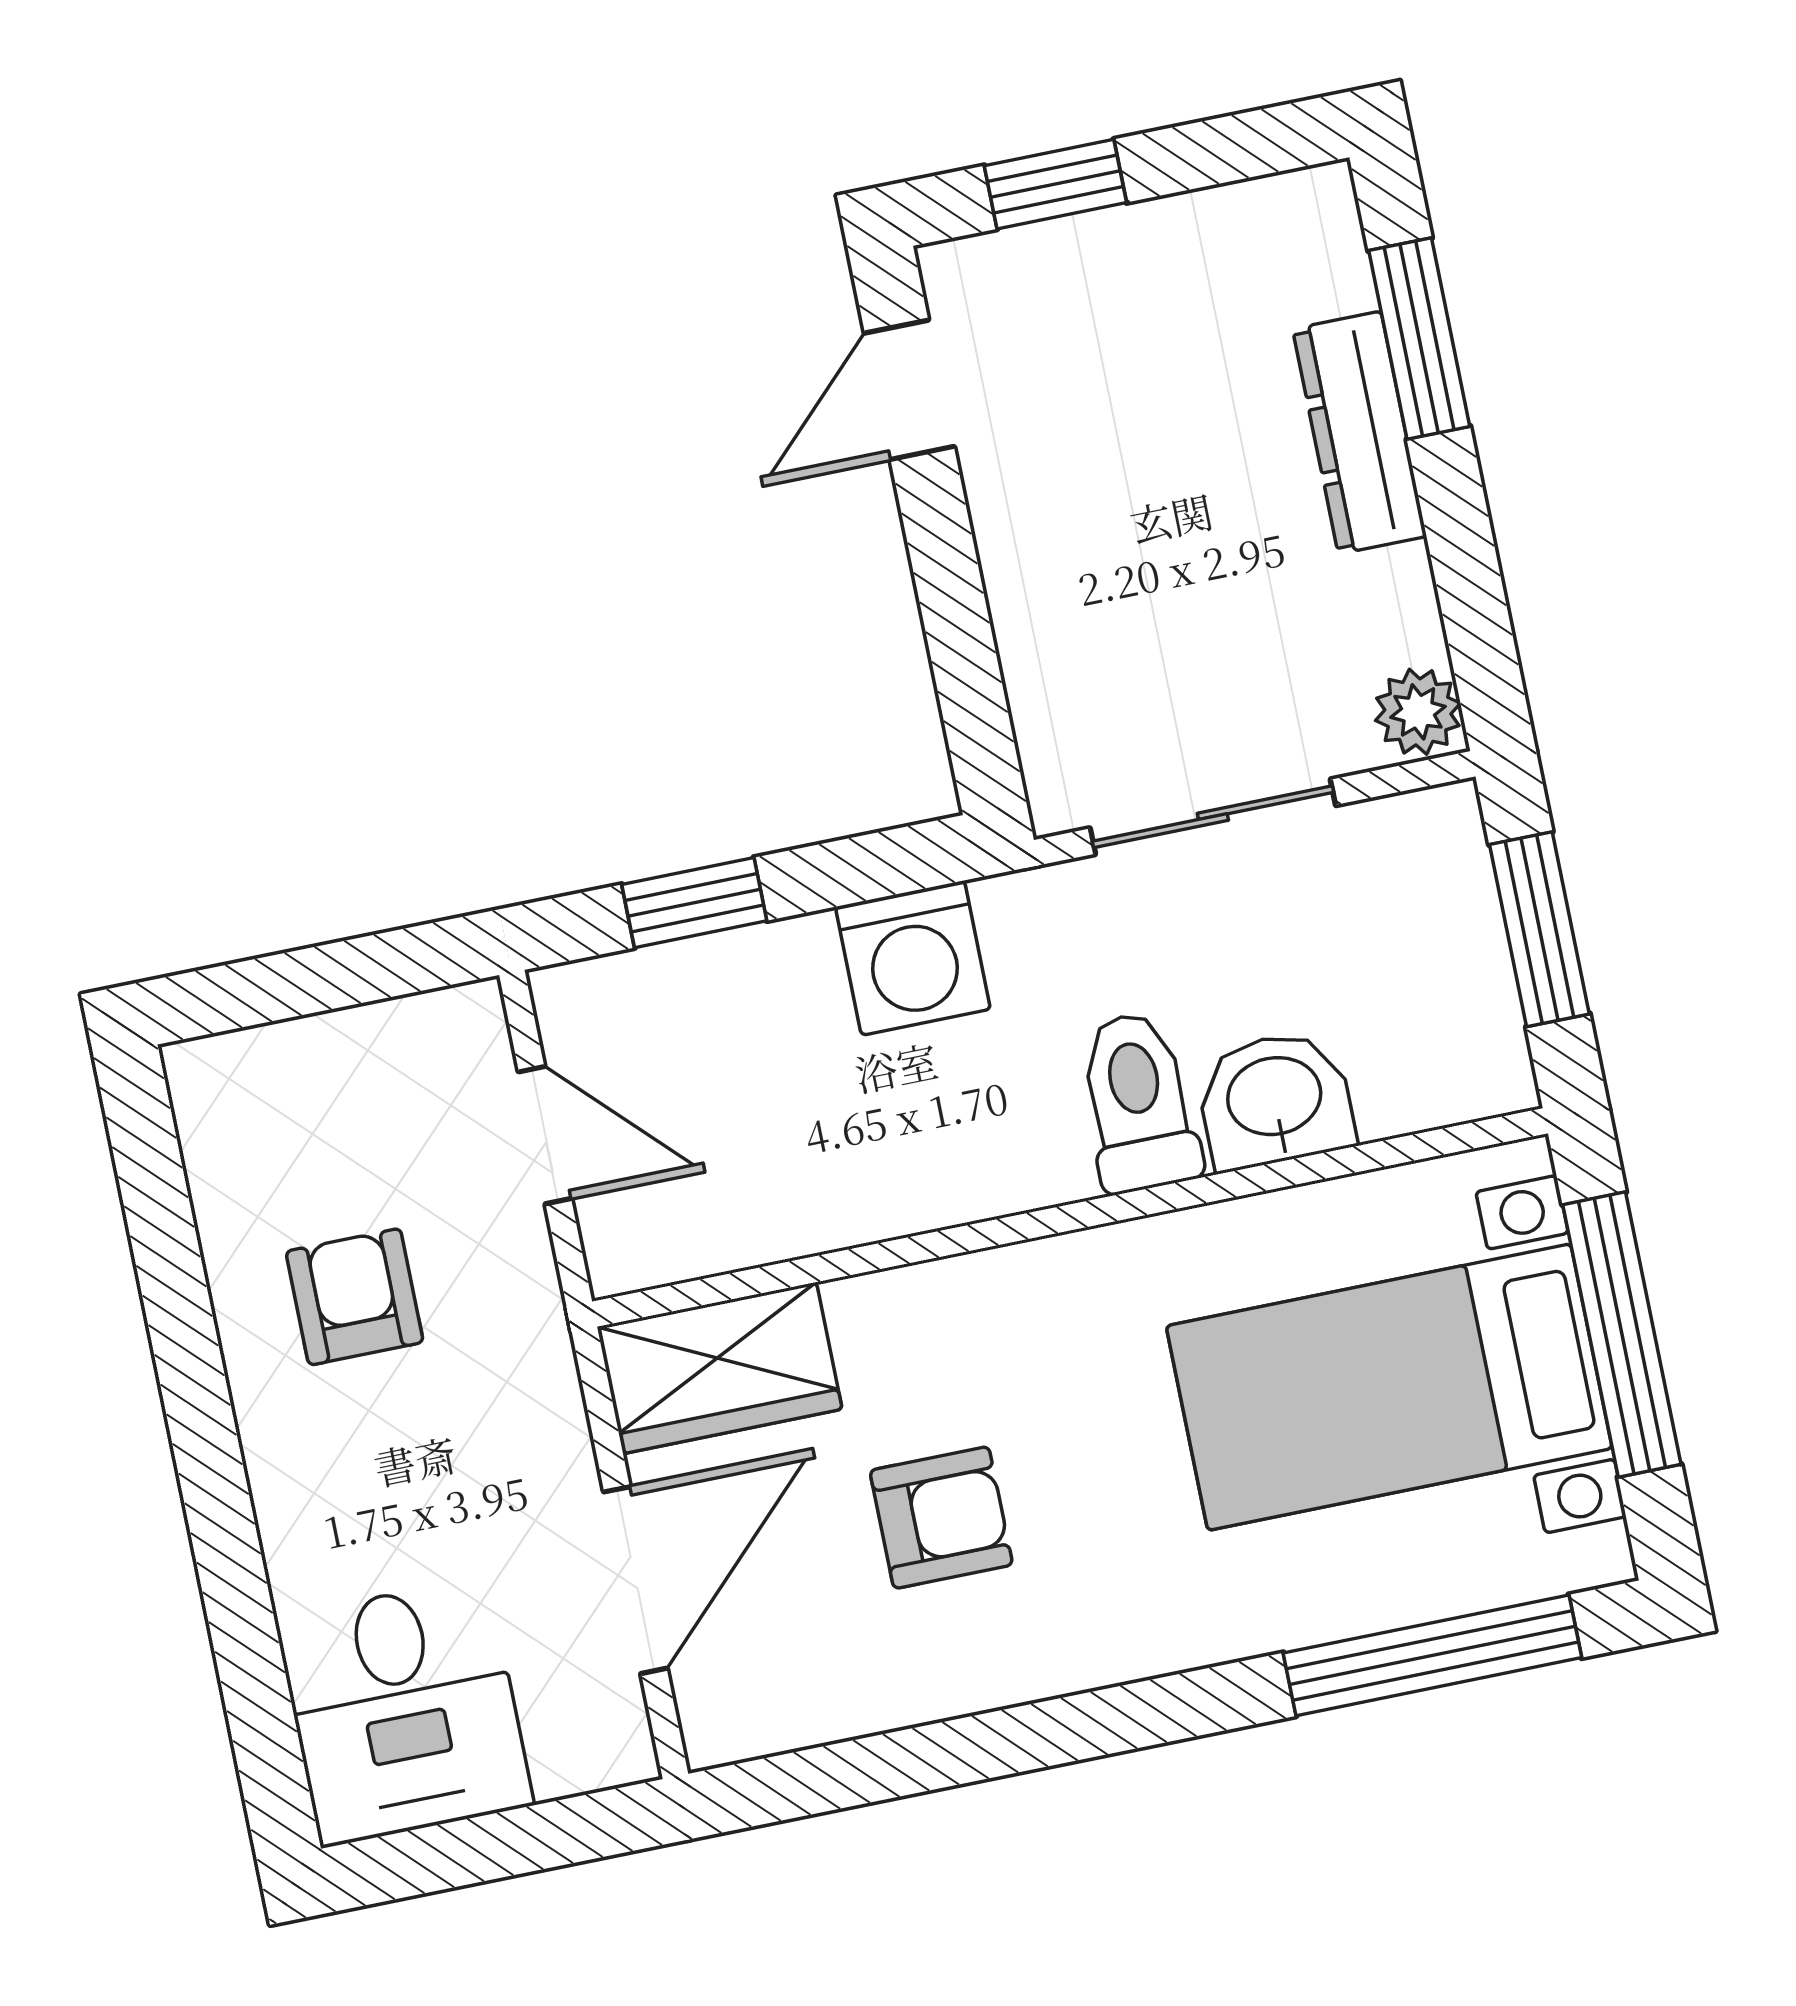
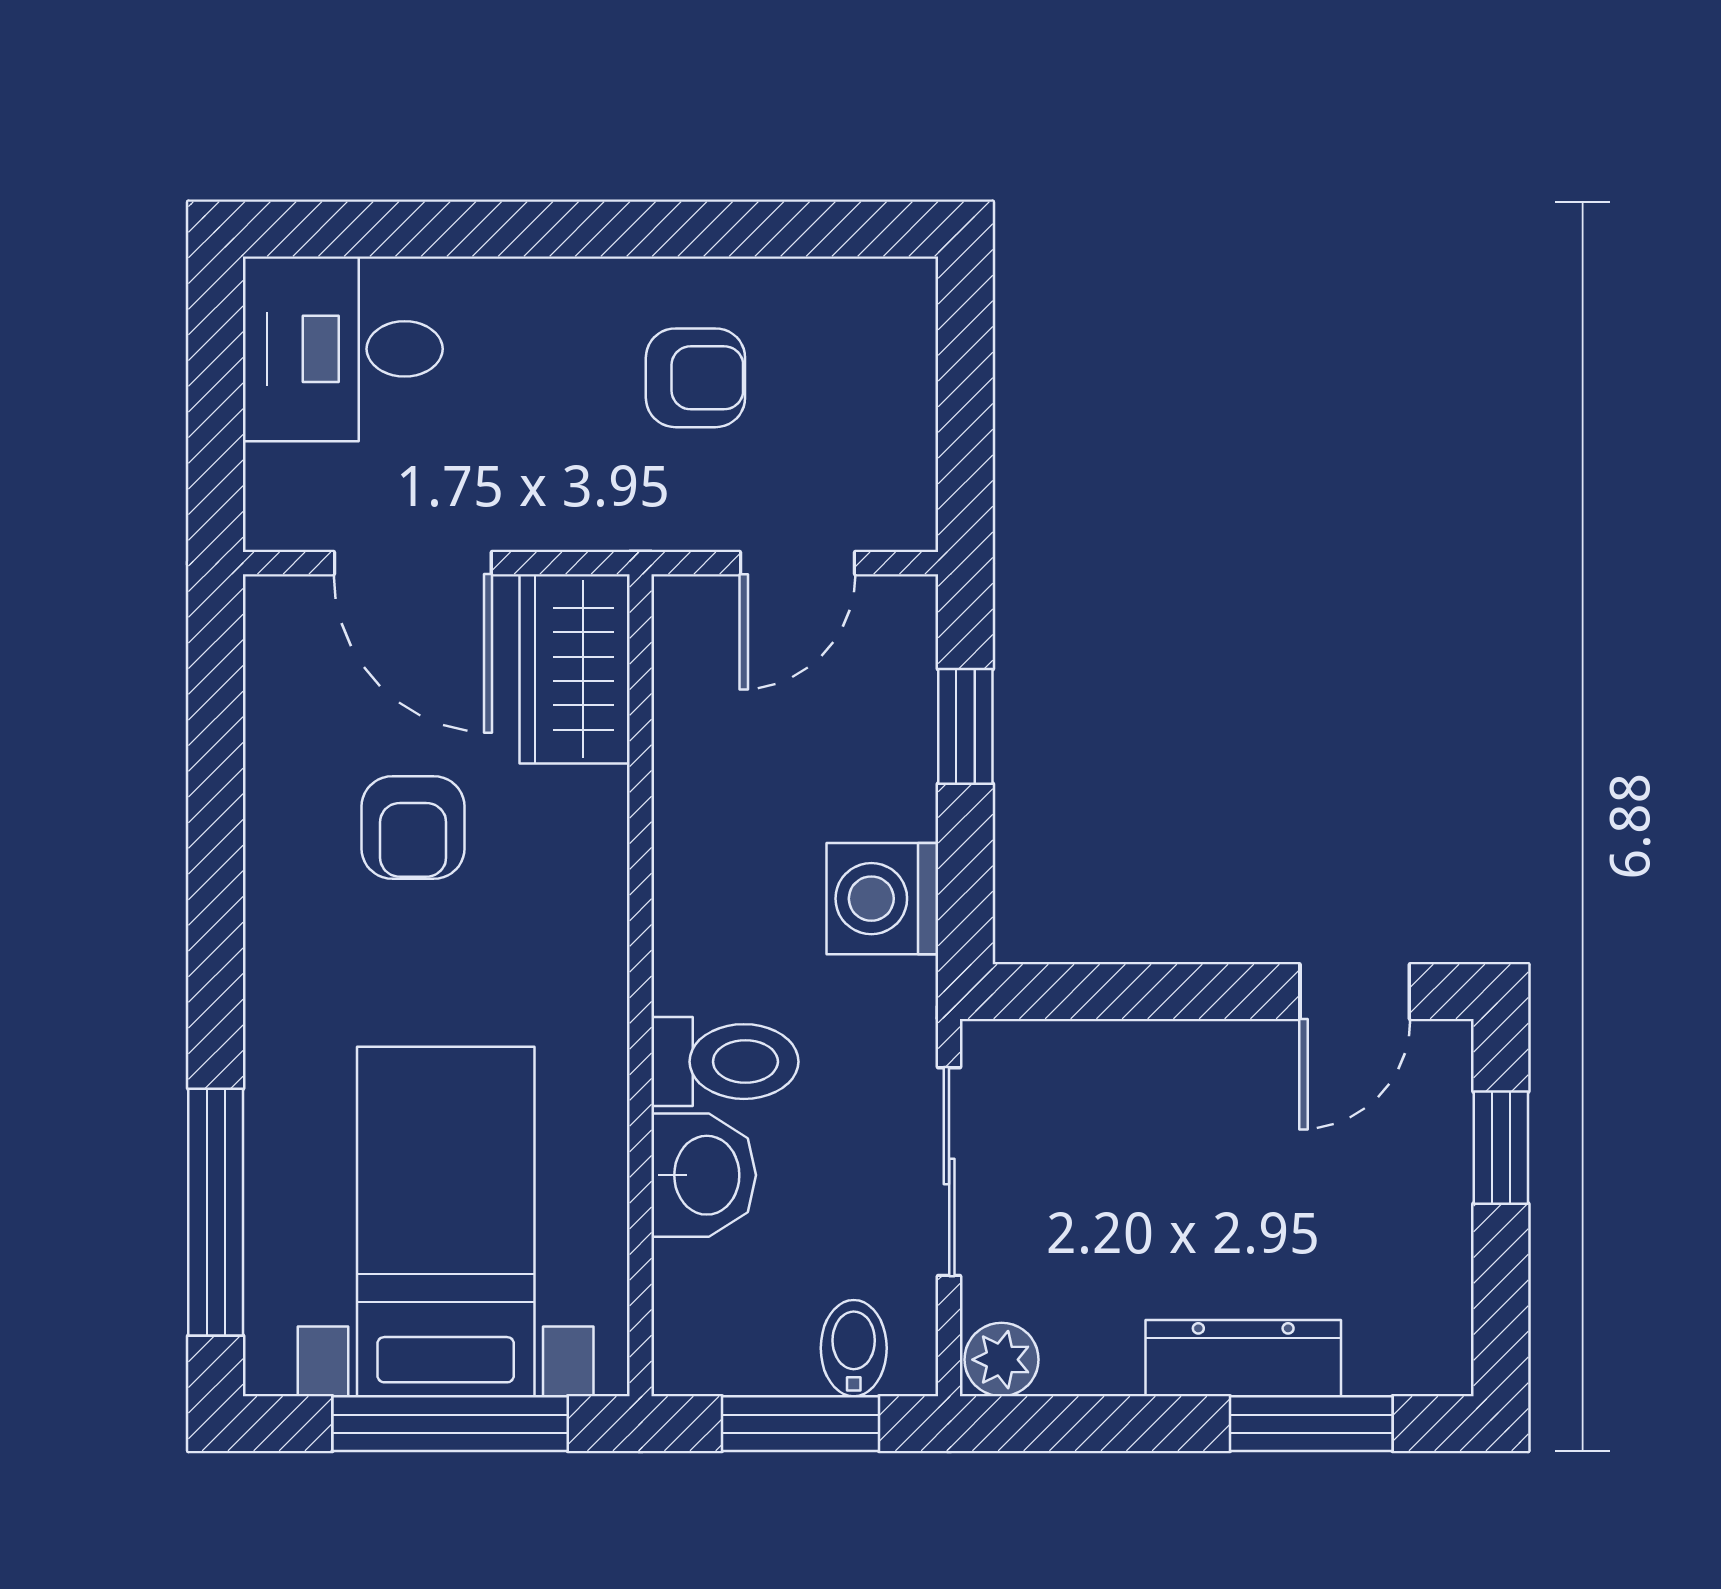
door: (909, 390) -> (1355, 992), swing flipped
bidet: (1440, 885) -> (854, 1348), added

